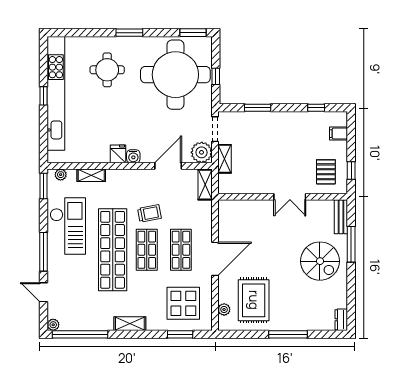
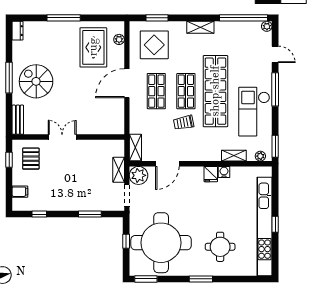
water cooler: (133, 156) -> (224, 172), moved
window: (351, 244) -> (9, 78), moved

